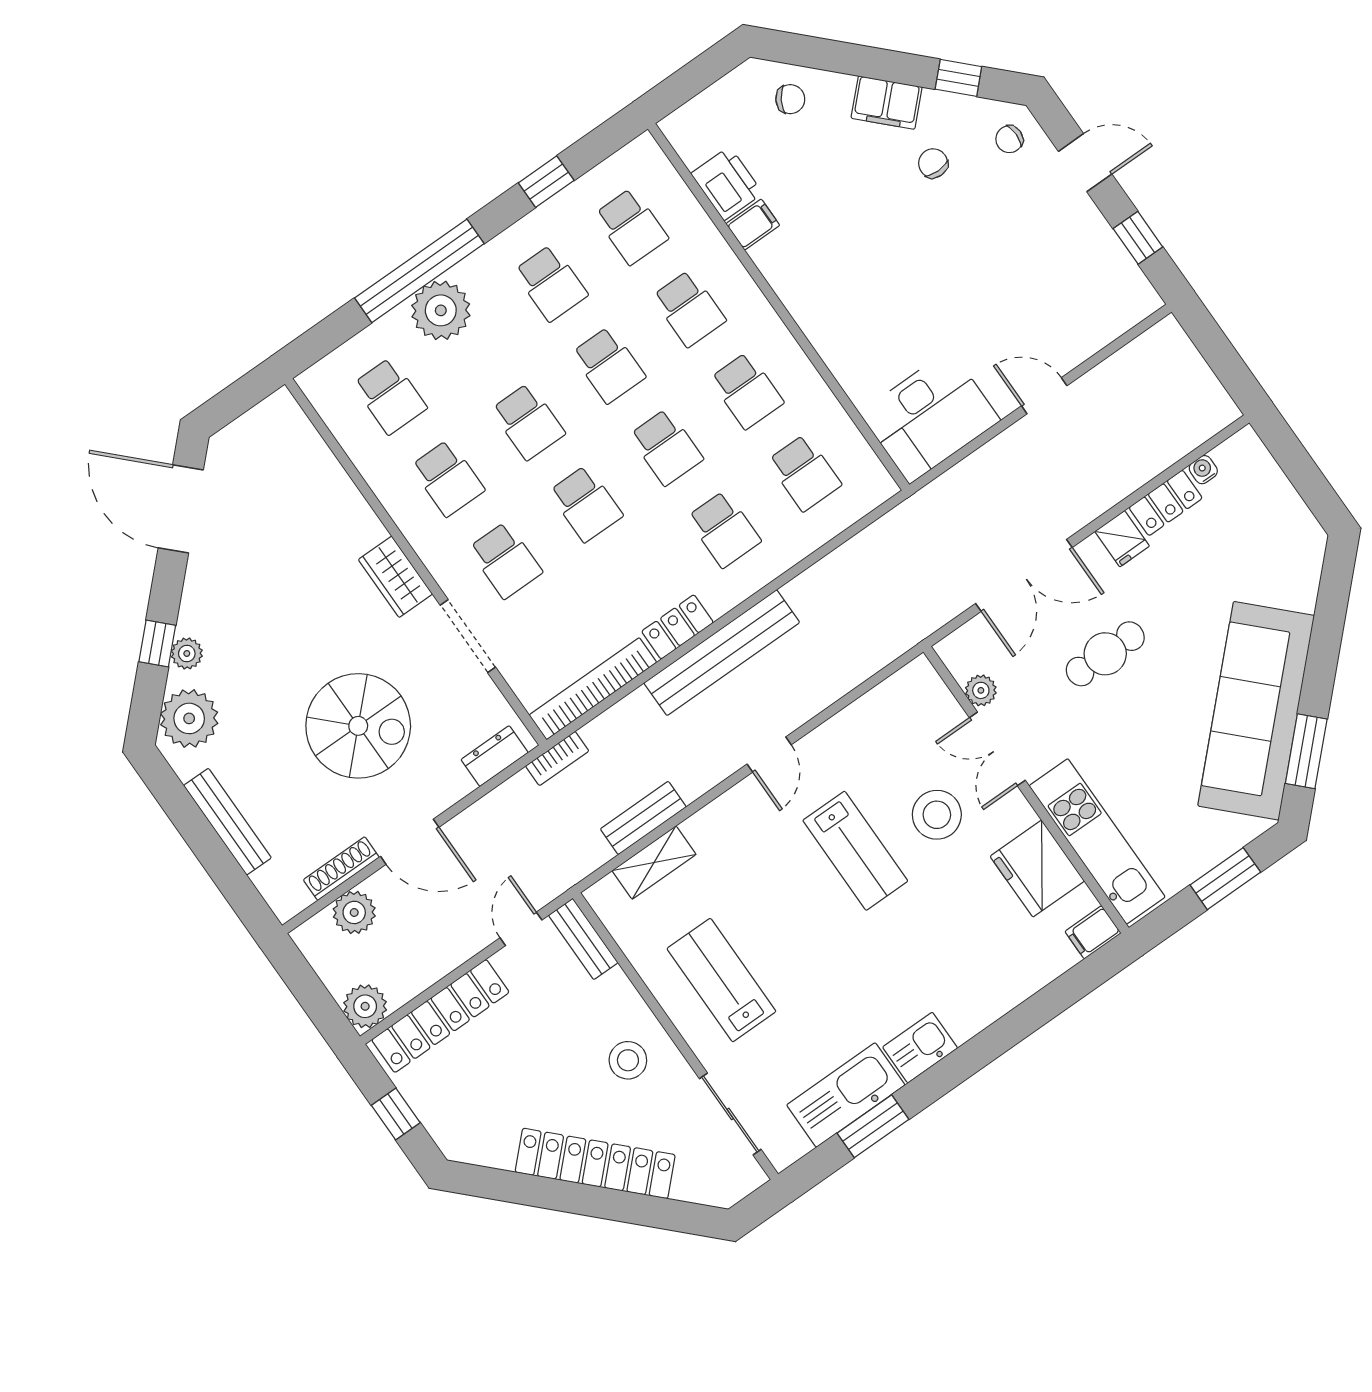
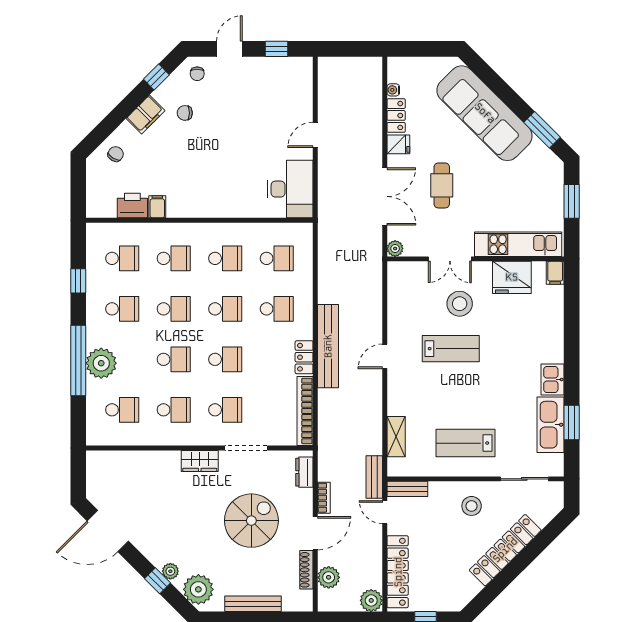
plant: (981, 690) -> (395, 248), moved
sofa: (1256, 711) -> (485, 113), moved
door: (769, 754) -> (385, 356), swing flipped
bookcase: (557, 758) -> (324, 498), moved
bench: (643, 818) -> (374, 477), moved

